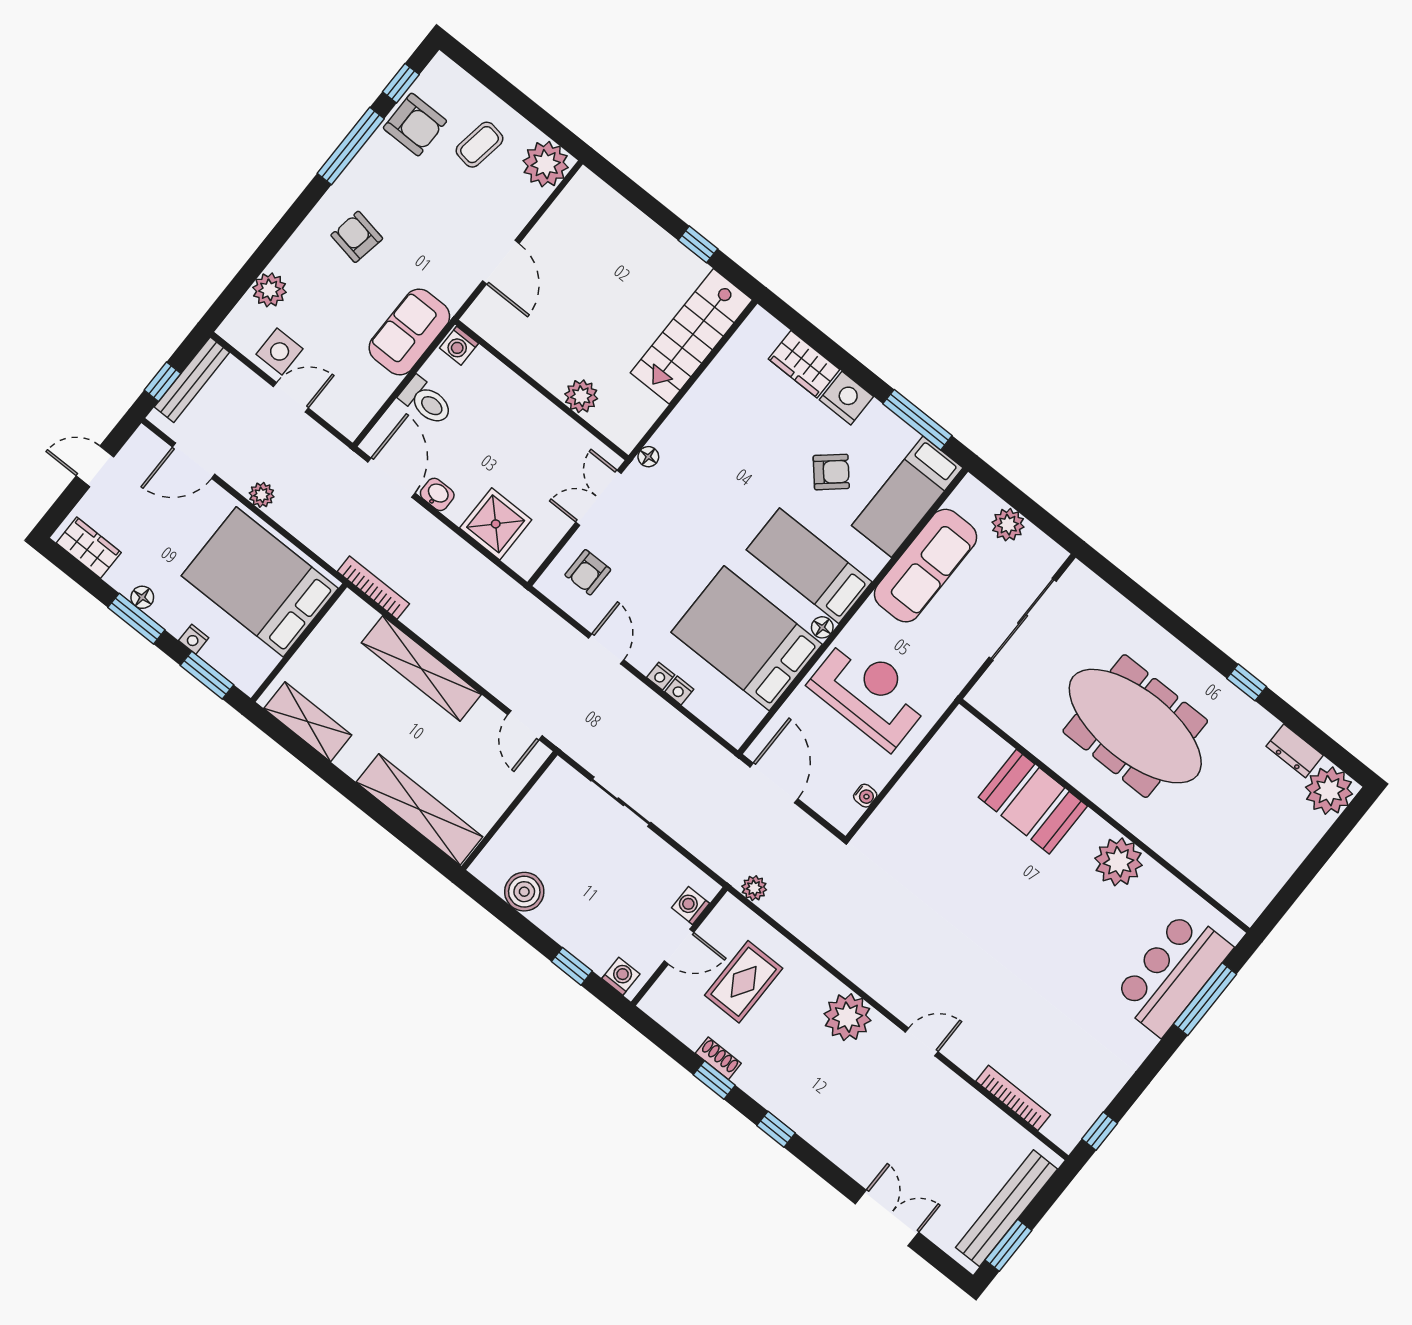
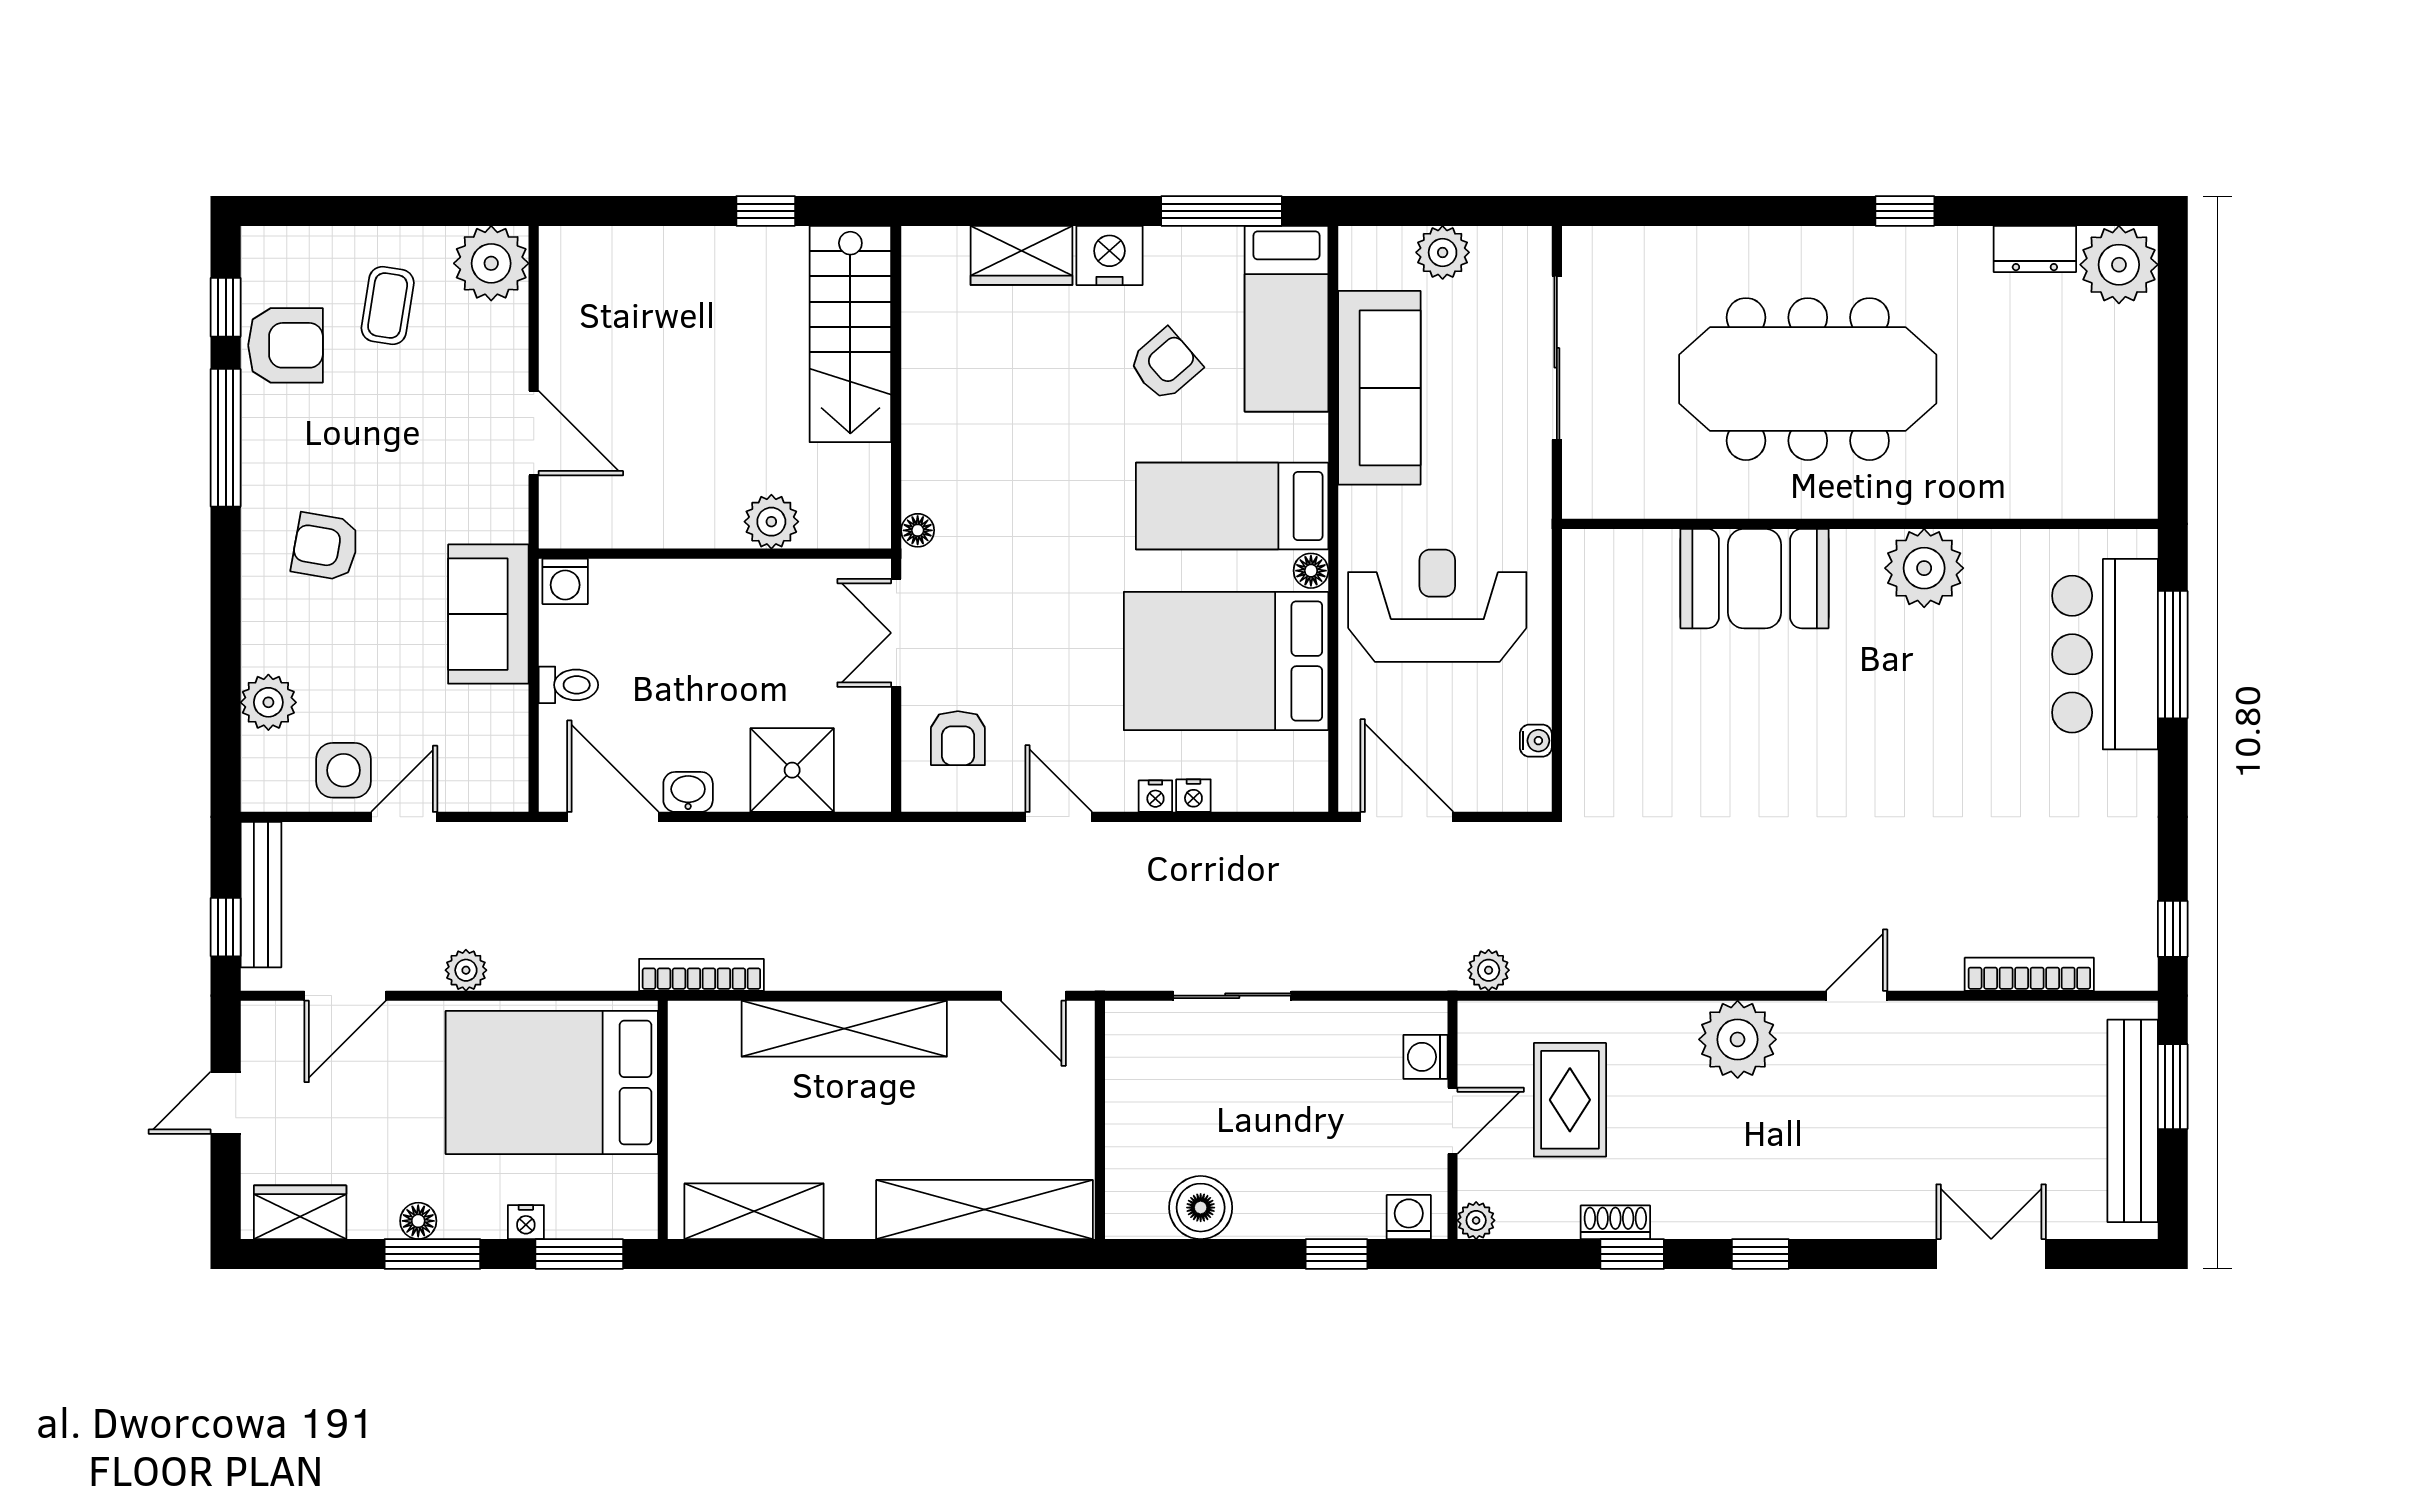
toilet: (426, 401) -> (568, 685), width x0.73, depth x0.72
plant: (652, 1004) -> (1476, 1220), added
window: (1008, 1245) -> (2173, 1087), moved

